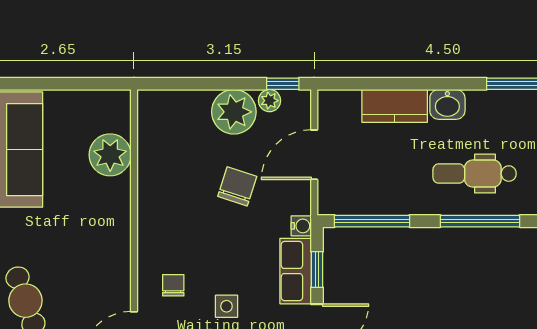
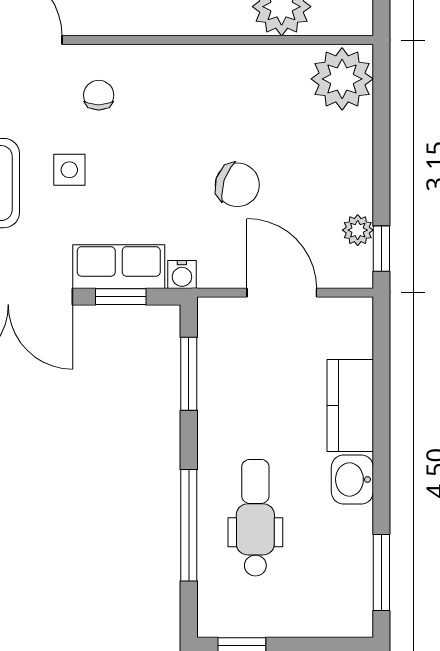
plant: (234, 112) -> (342, 79), moved
window: (372, 221) -> (189, 374), width x0.69
chair: (173, 285) -> (99, 95), turned -90

